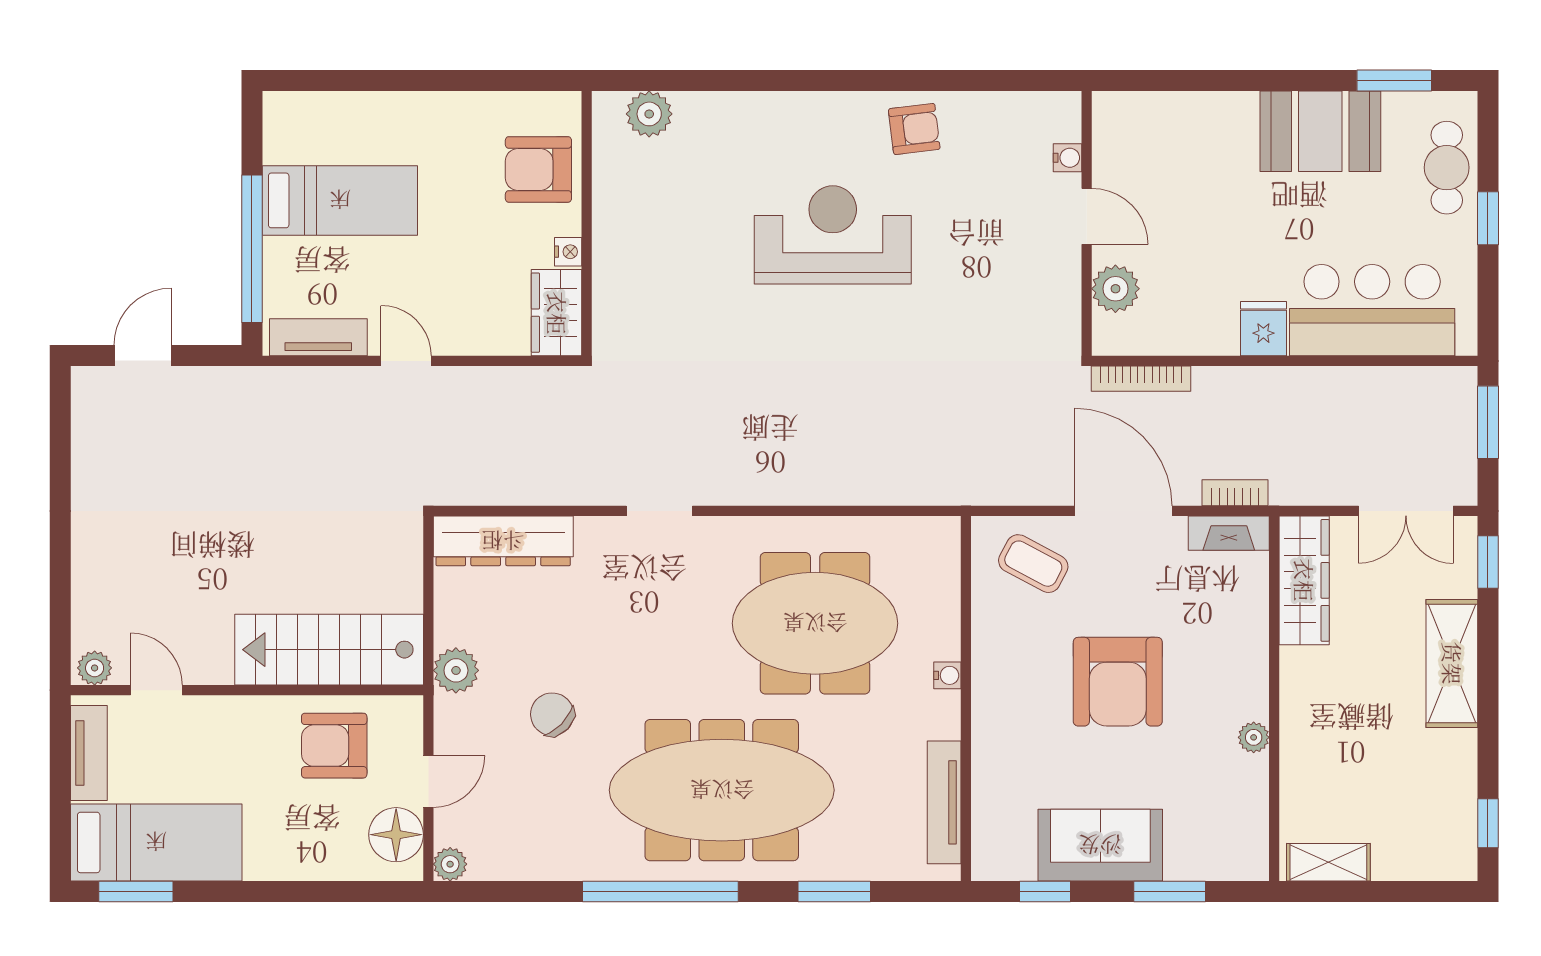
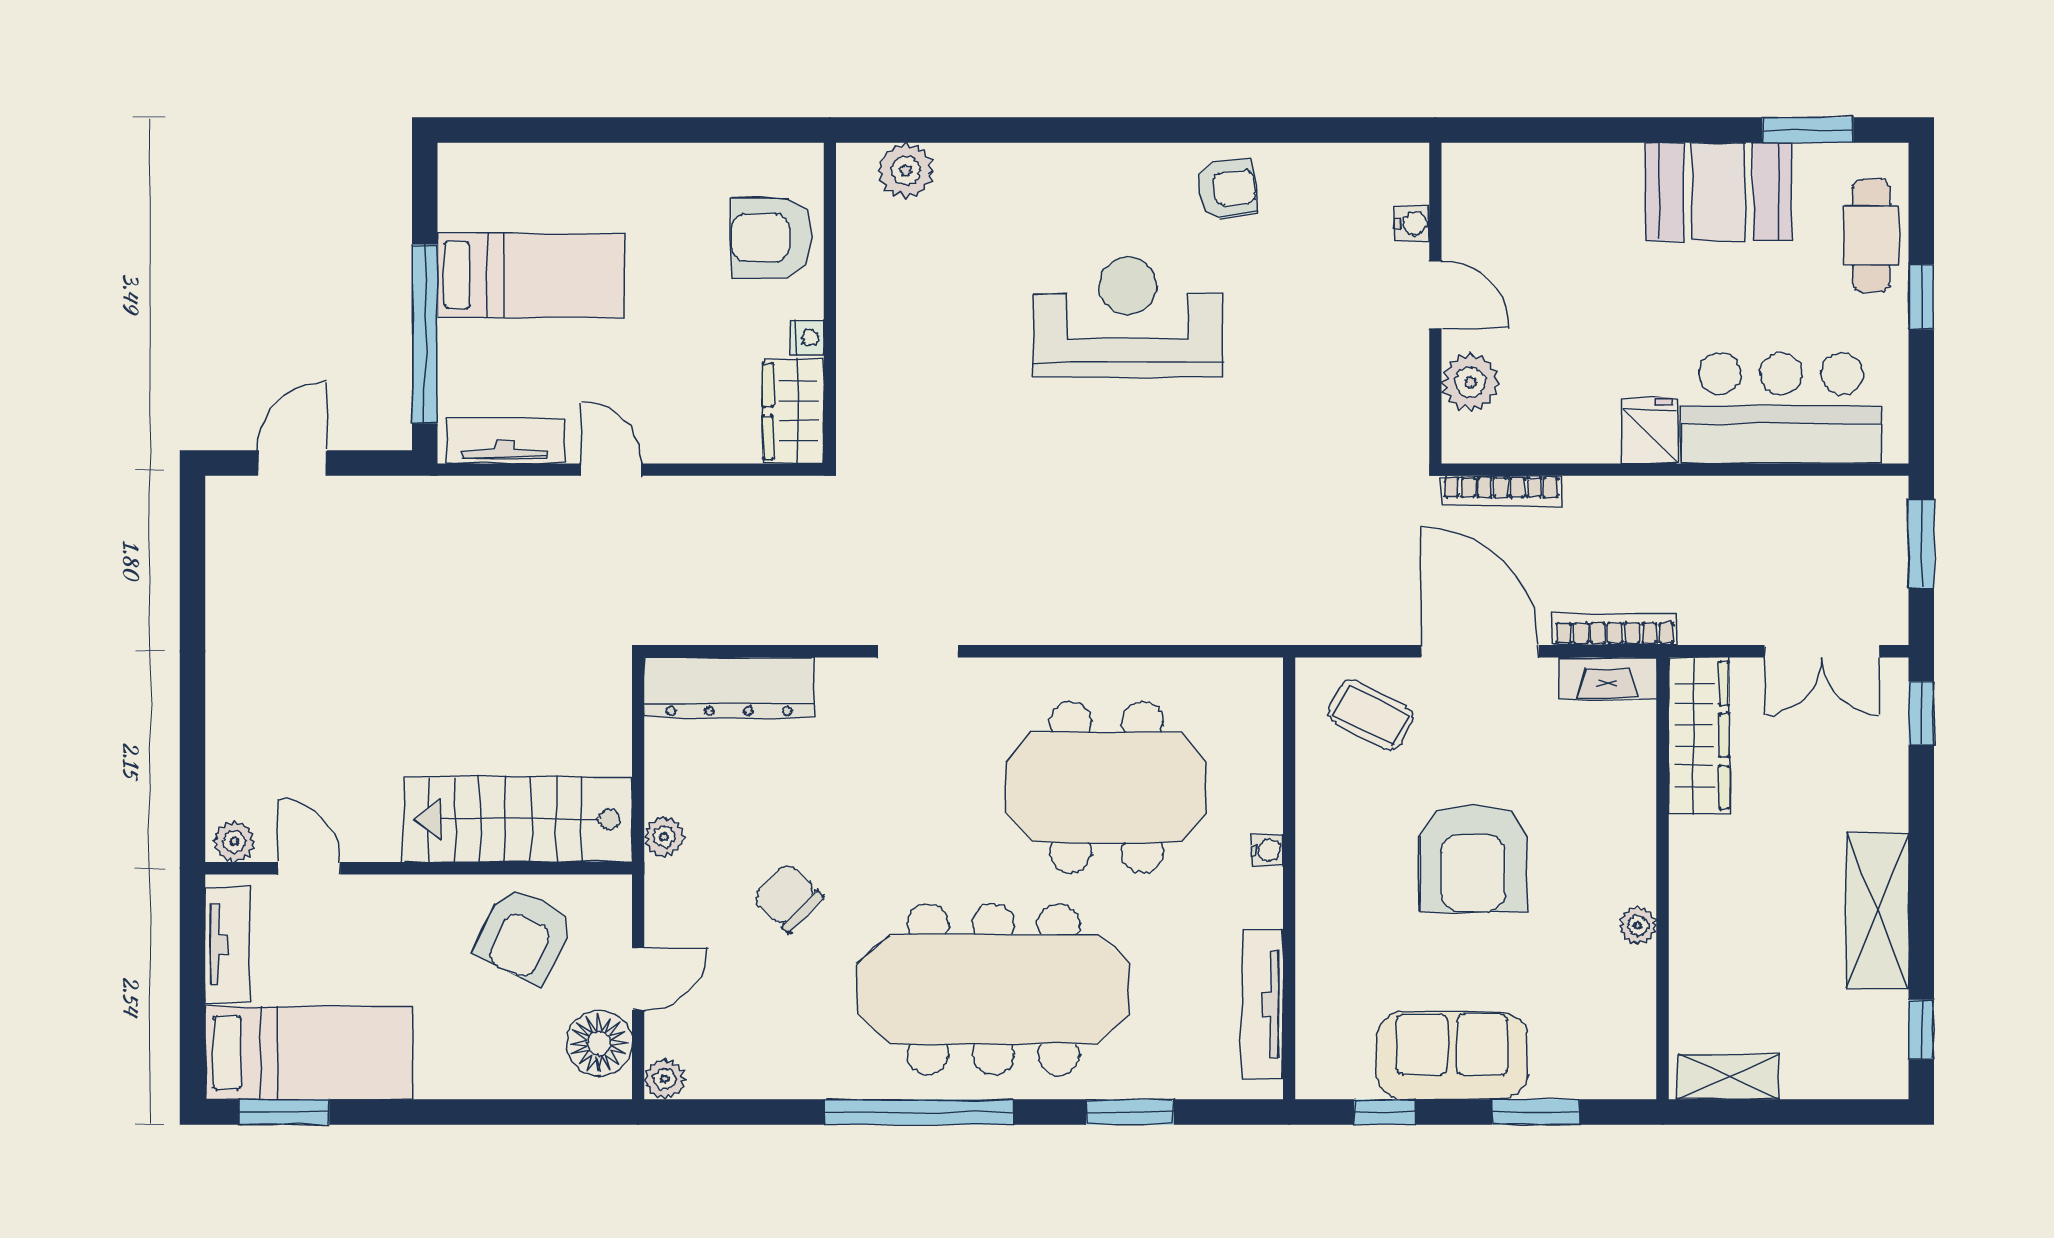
bookcase: (1235, 493) -> (1615, 629), width x1.56
shelving: (1452, 663) -> (1878, 910), moved
plant: (456, 670) -> (664, 837), width x0.73, depth x0.73
armchair: (334, 746) -> (524, 935), turned -64

